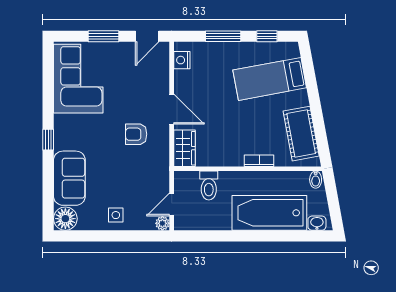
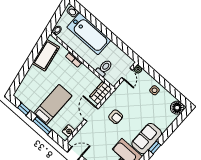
bed: (270, 79) -> (53, 105), moved, turned -79
sofa: (69, 178) -> (147, 139), moved
door: (172, 205) -> (127, 74), hinge flipped

